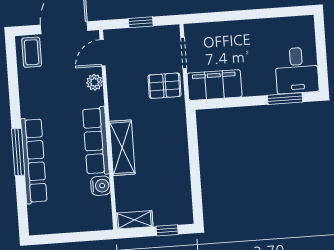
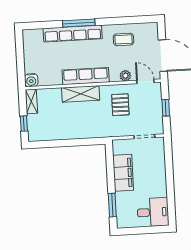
coffee table: (32, 52) -> (124, 39), moved
desk: (297, 70) -> (153, 212), moved, turned 180
filing cabinet: (214, 85) -> (123, 173), moved
pallet: (165, 86) -> (120, 105), moved
water cooler: (101, 186) -> (31, 80), moved

